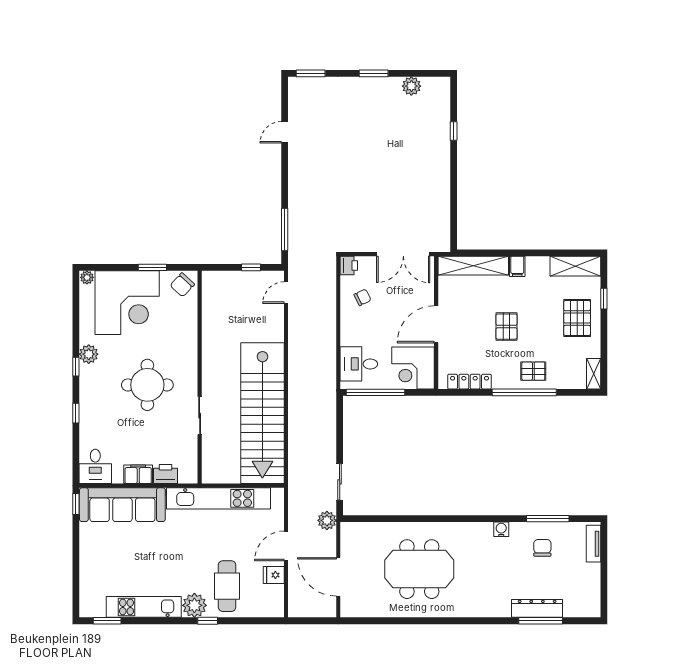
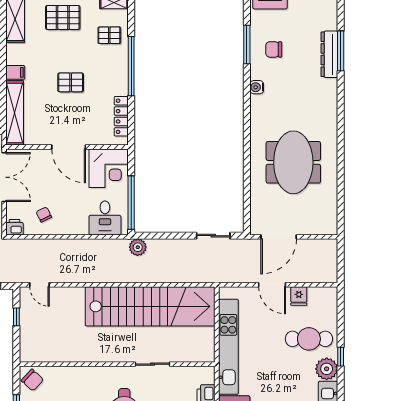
pallet: (533, 371) -> (109, 35), moved, turned 90
plant: (327, 520) -> (138, 247), moved
door: (338, 577) -> (279, 237), moved

